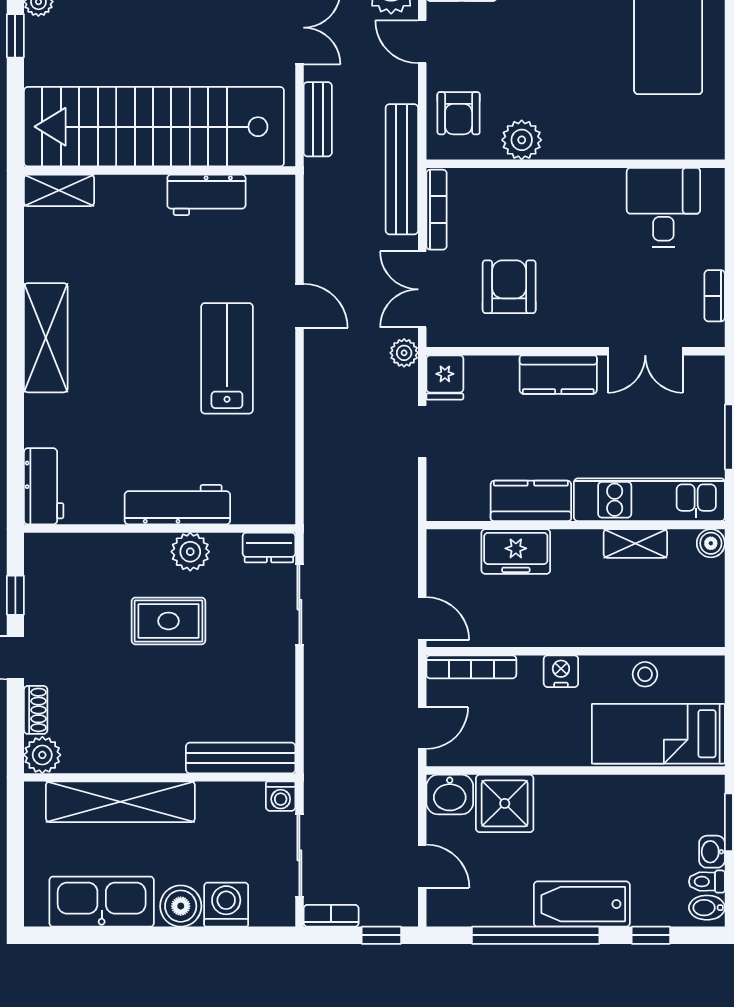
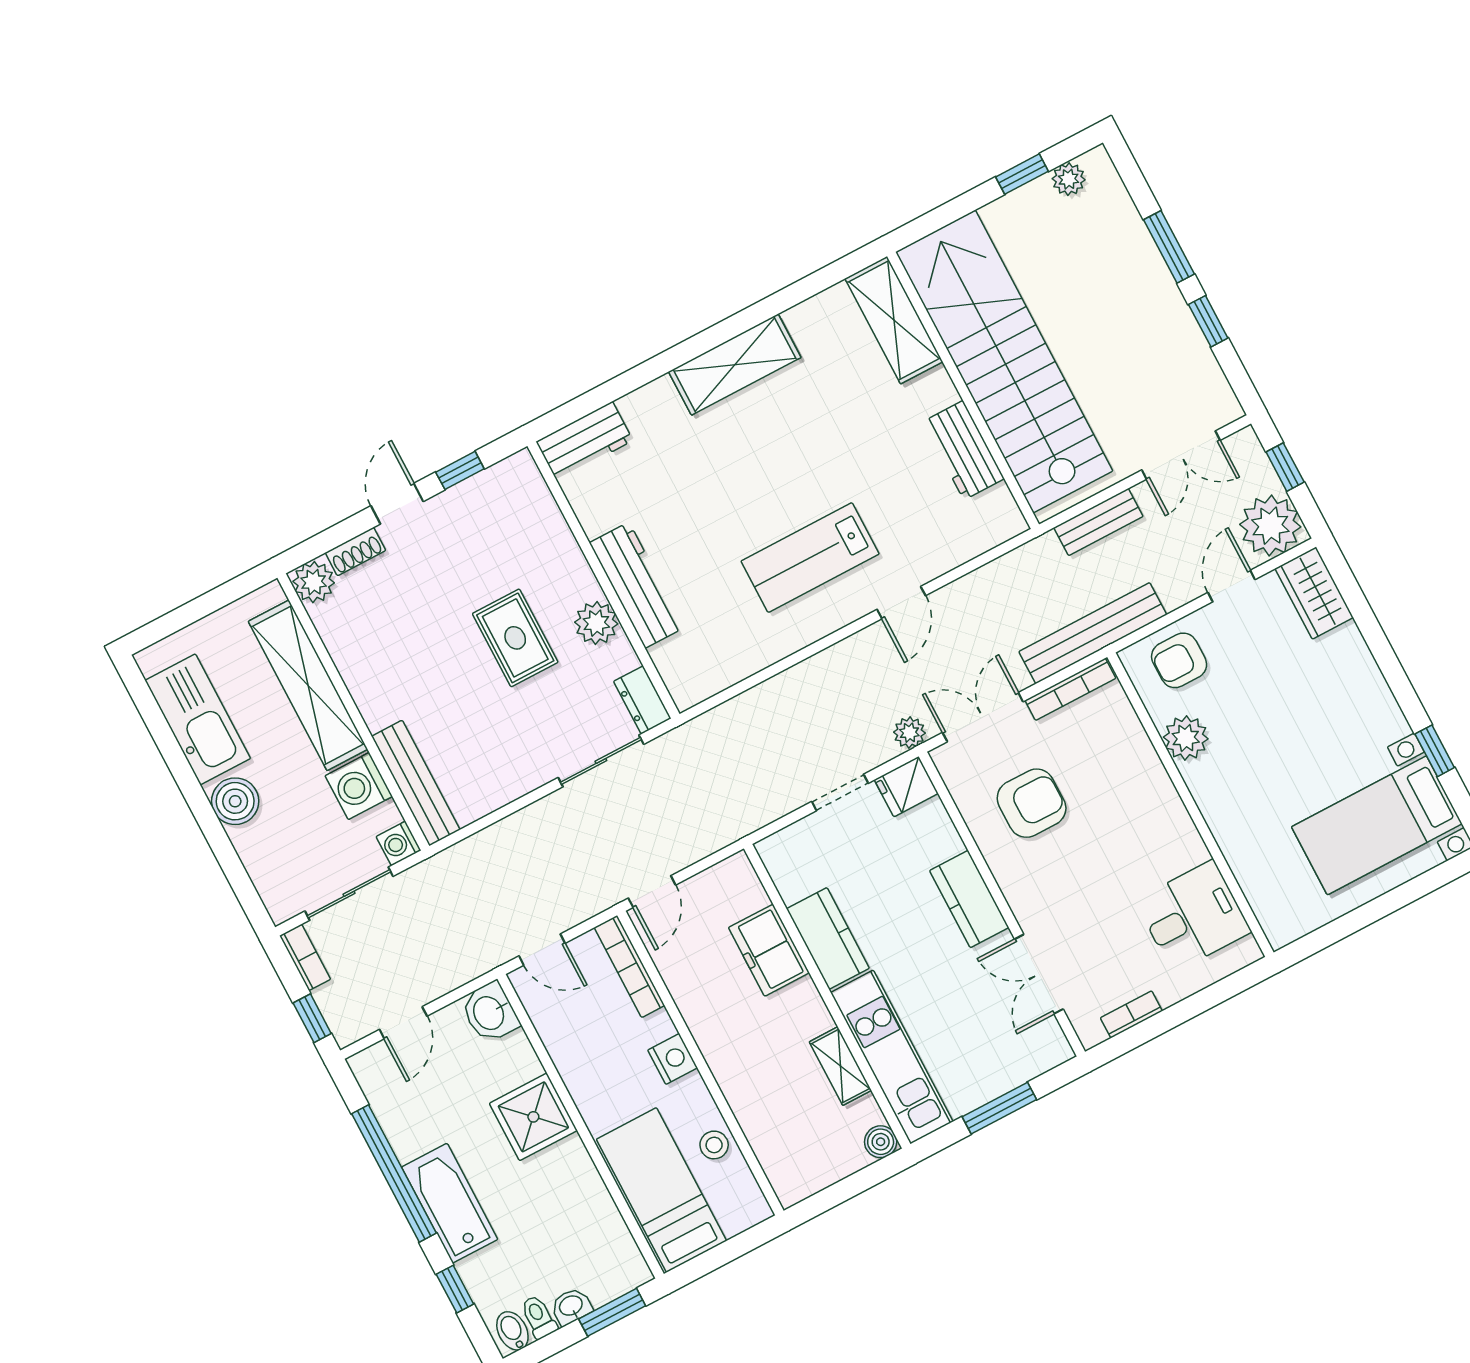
shelving: (59, 190) -> (894, 320), width x1.50, depth x1.33
lab bench: (227, 358) -> (810, 558), turned 180
shower: (505, 803) -> (533, 1117), moved
washing machine: (226, 905) -> (359, 786), moved, turned 180

